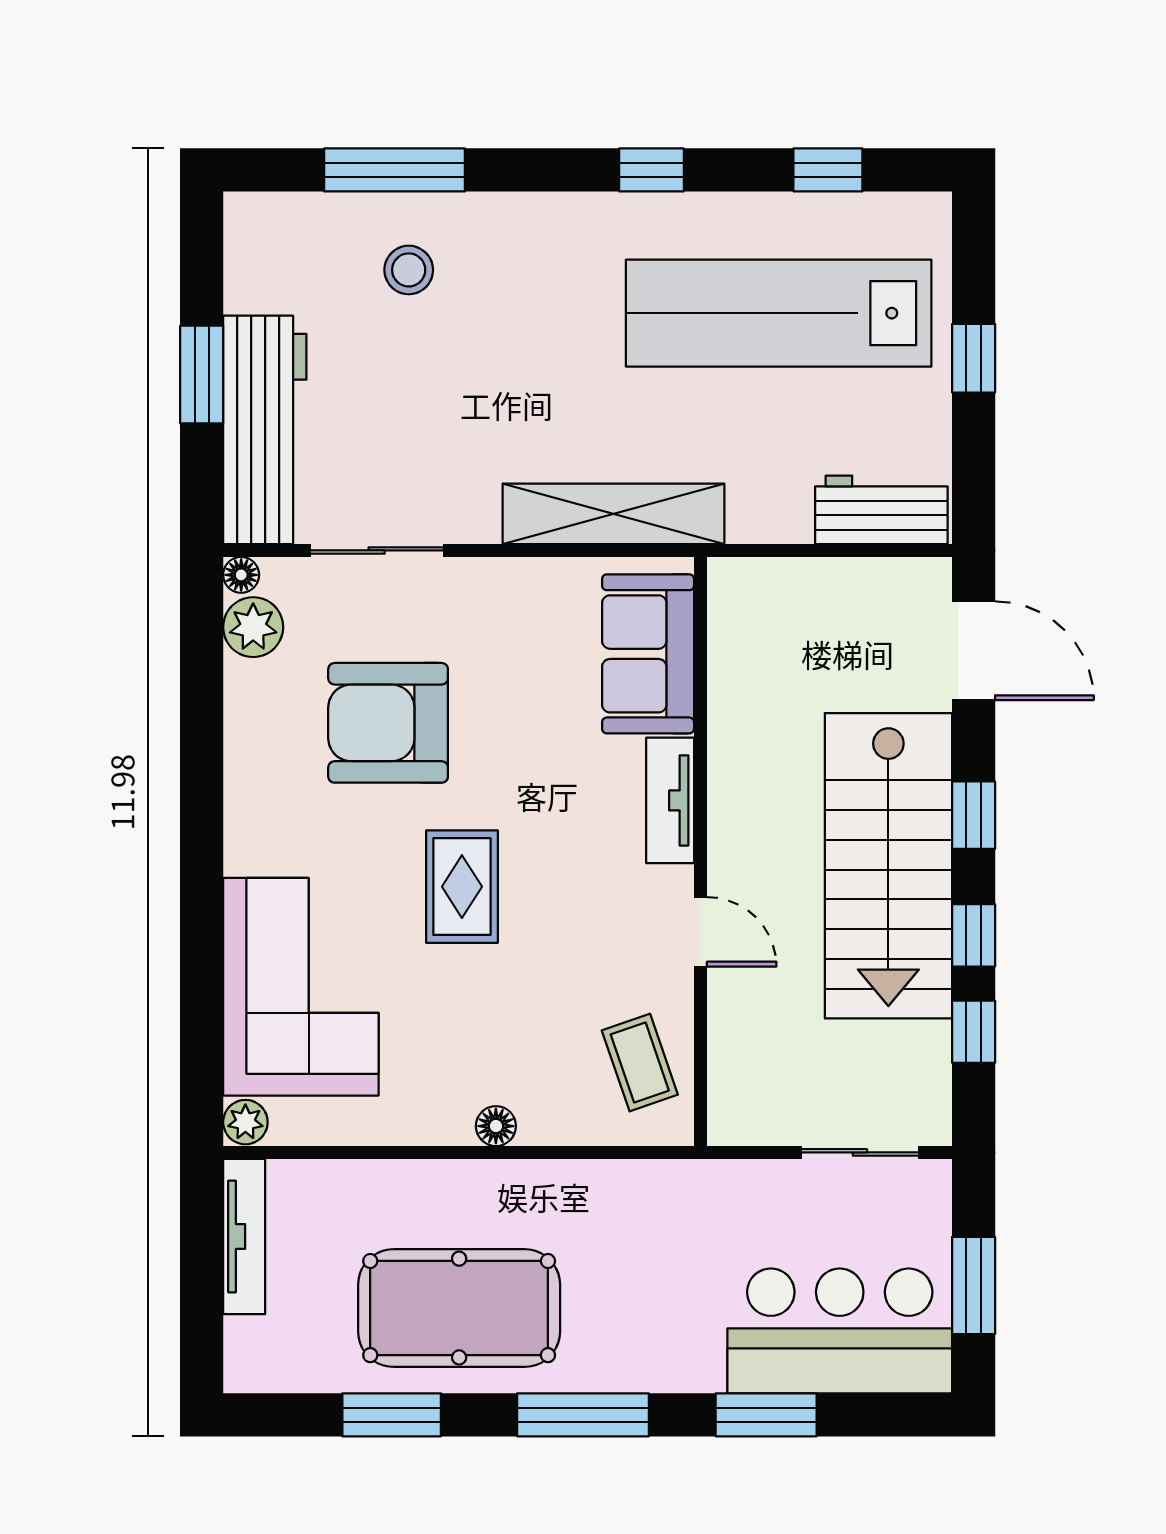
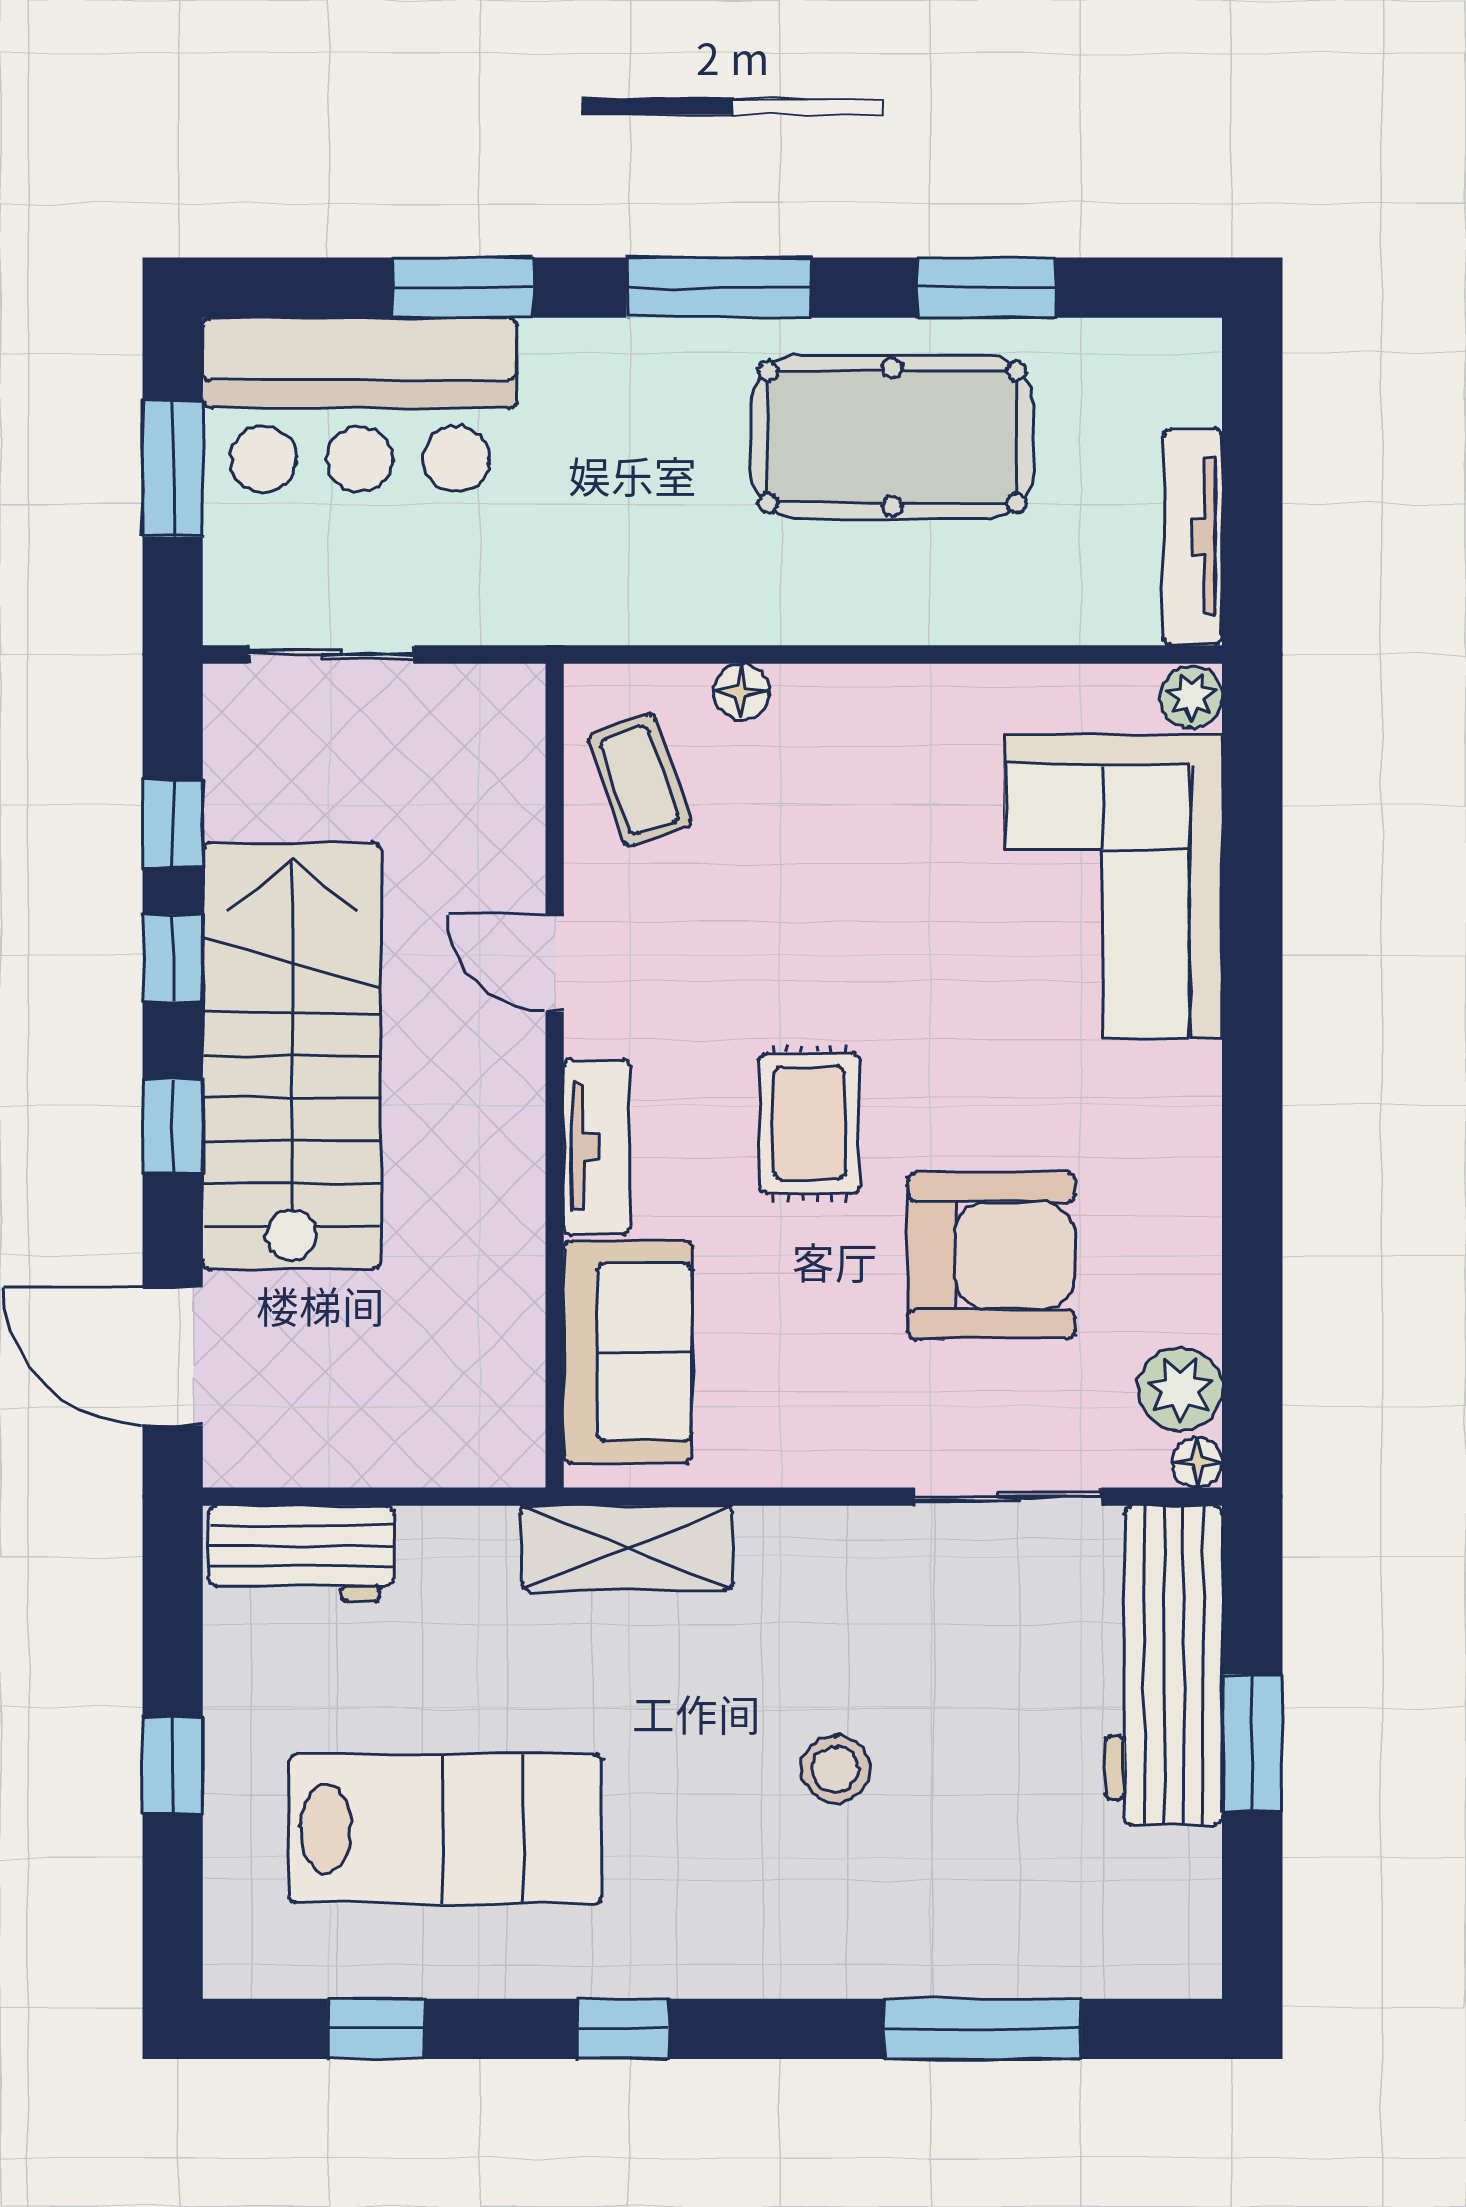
stool: (409, 270) -> (835, 1769), moved
lab bench: (779, 313) -> (445, 1829), width x0.73
shelving: (613, 514) -> (627, 1548), width x0.68
rug: (462, 887) -> (810, 1123), moved
floor lamp: (496, 1126) -> (742, 691), moved

